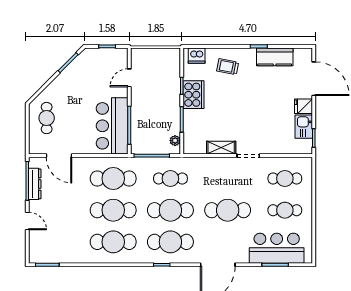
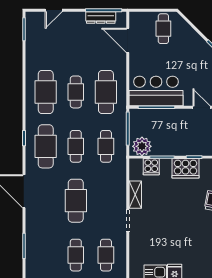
cafe table: (47, 118) -> (163, 29), turned 90
cooker: (192, 131) -> (151, 167), added
plant: (175, 141) -> (142, 146), width x1.88, depth x1.88
door: (59, 156) -> (128, 40), hinge flipped
cafe table: (113, 210) -> (76, 92), width x0.73, depth x0.74
cafe table: (170, 210) -> (76, 146), width x0.73, depth x0.74
door: (27, 221) -> (54, 10), moved
bar counter: (277, 248) -> (40, 247), removed

